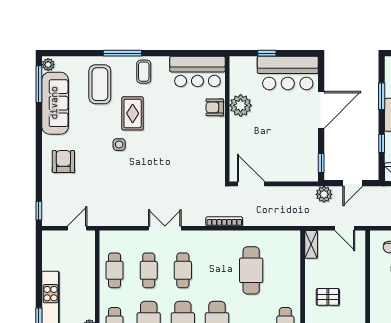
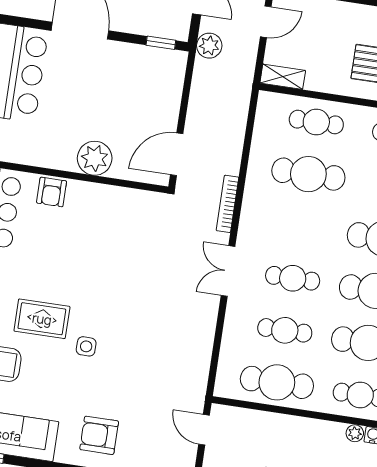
plant: (241, 105) -> (95, 158), moved
double door: (165, 228) -> (228, 271), moved
cafe table: (115, 270) -> (277, 382), width x1.37, depth x1.35
cafe table: (285, 270) -> (316, 122), added

